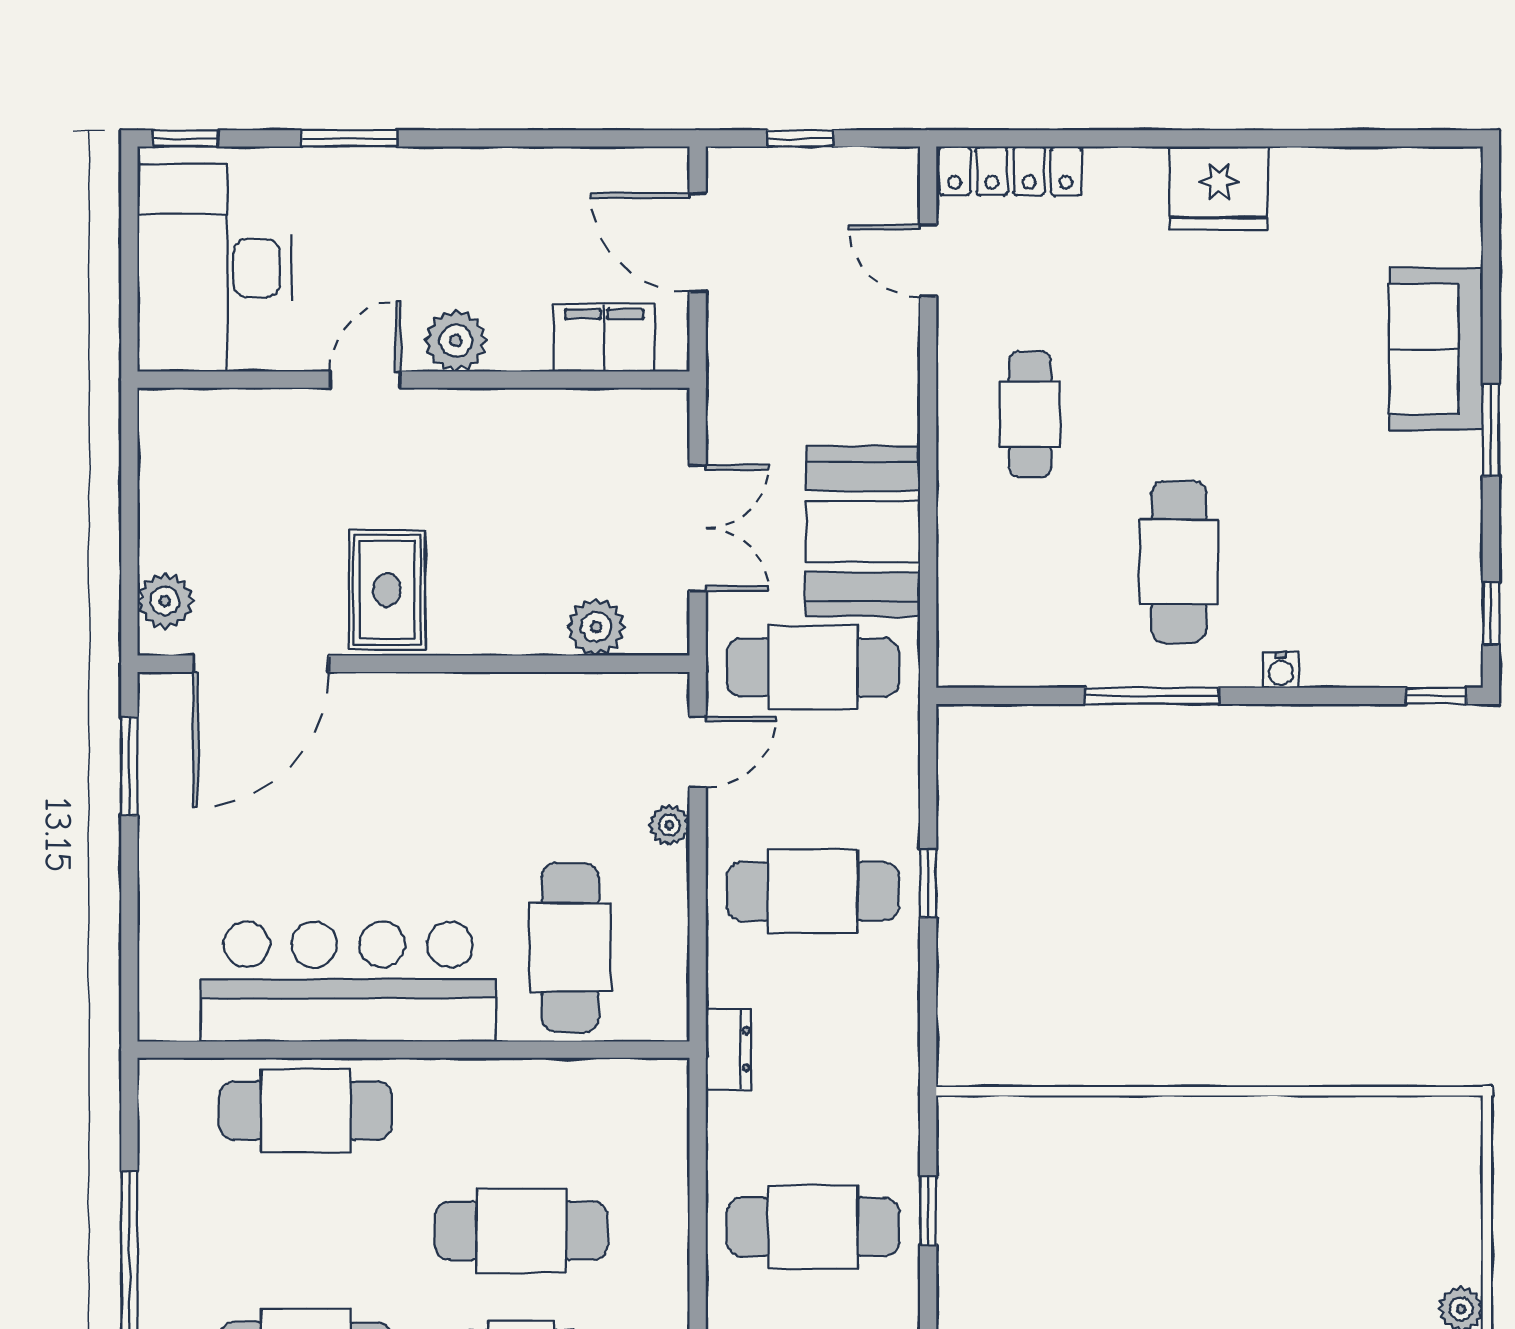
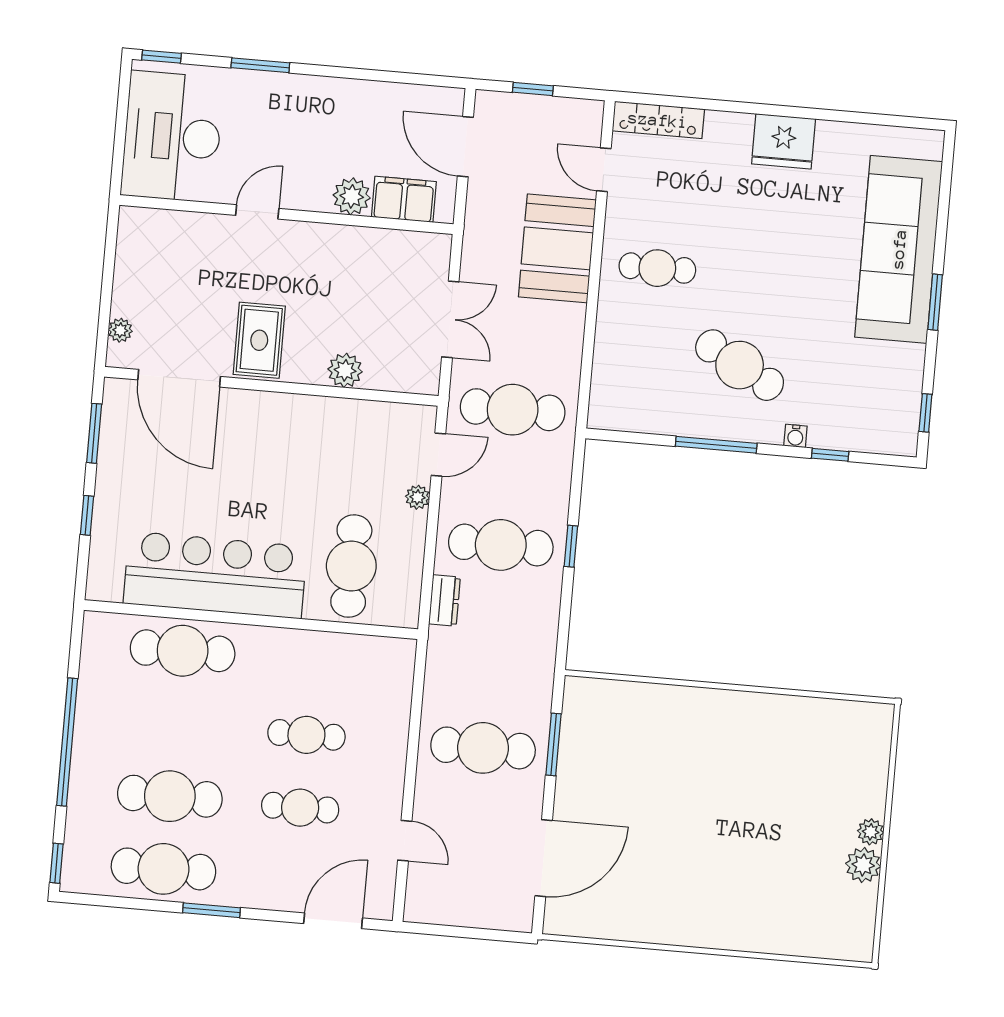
plant: (456, 341) -> (352, 196), moved
sofa: (1436, 349) -> (899, 249), width x1.85, depth x1.27
cafe table: (1030, 414) -> (657, 268), turned 90
booth: (863, 531) -> (557, 248), moved
cafe table: (1179, 562) -> (740, 365), turned -61
plant: (165, 601) -> (120, 330), width x0.73, depth x0.73
plant: (596, 627) -> (345, 370), moved
door: (261, 664) -> (179, 378), hinge flipped
window: (1436, 696) -> (830, 455), moved
window: (129, 902) -> (87, 515), added
dresser: (728, 1049) -> (445, 600), moved
window: (928, 1211) -> (554, 744), width x1.50
cafe table: (521, 1231) -> (306, 735), width x0.73, depth x0.74

